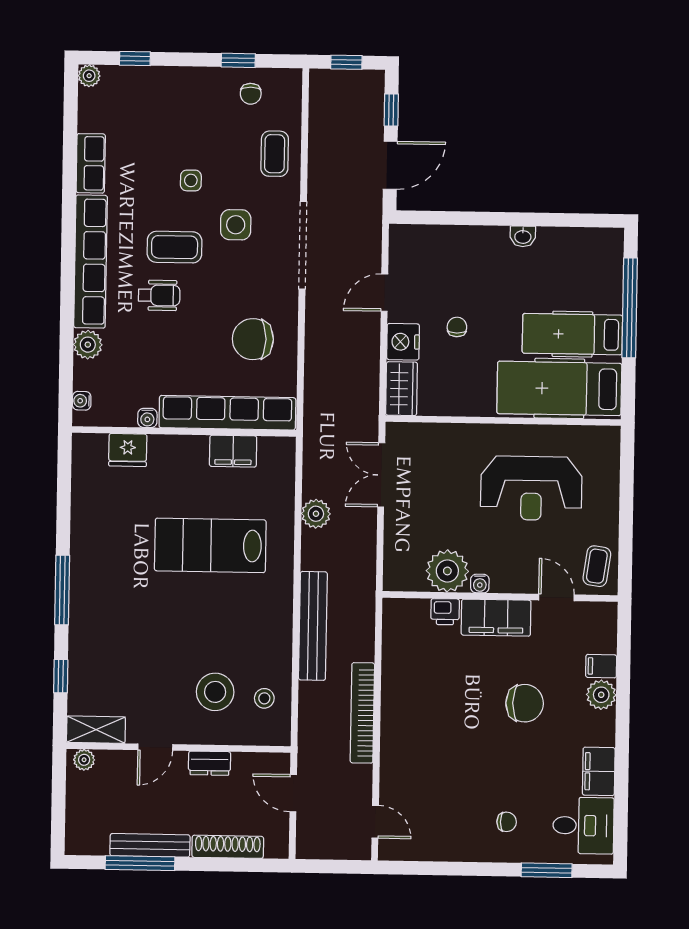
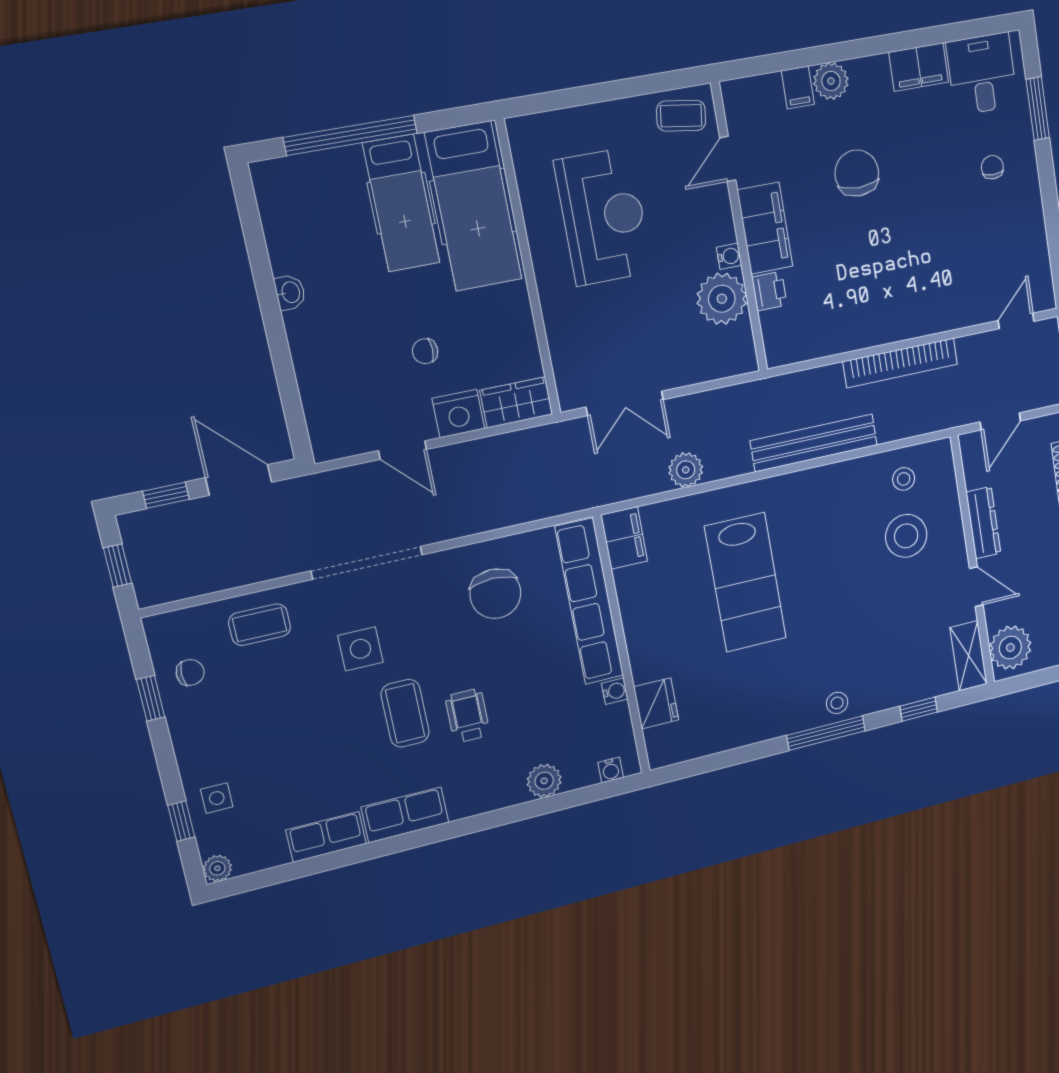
side table: (191, 180) -> (217, 798), moved
row of seats: (91, 262) -> (405, 815), width x0.50
filing cabinet: (233, 451) -> (624, 538), moved
stool: (86, 605) -> (837, 703), added
plant: (84, 760) -> (1010, 648), width x1.88, depth x1.88
dresser: (210, 763) -> (983, 523), width x1.44

